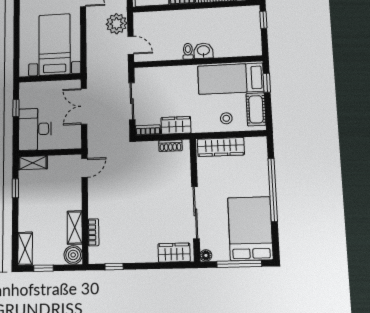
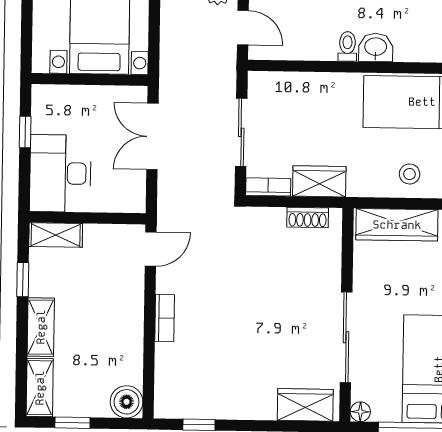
shelving: (75, 228) -> (41, 327), moved
bookcase: (93, 232) -> (165, 318), moved

